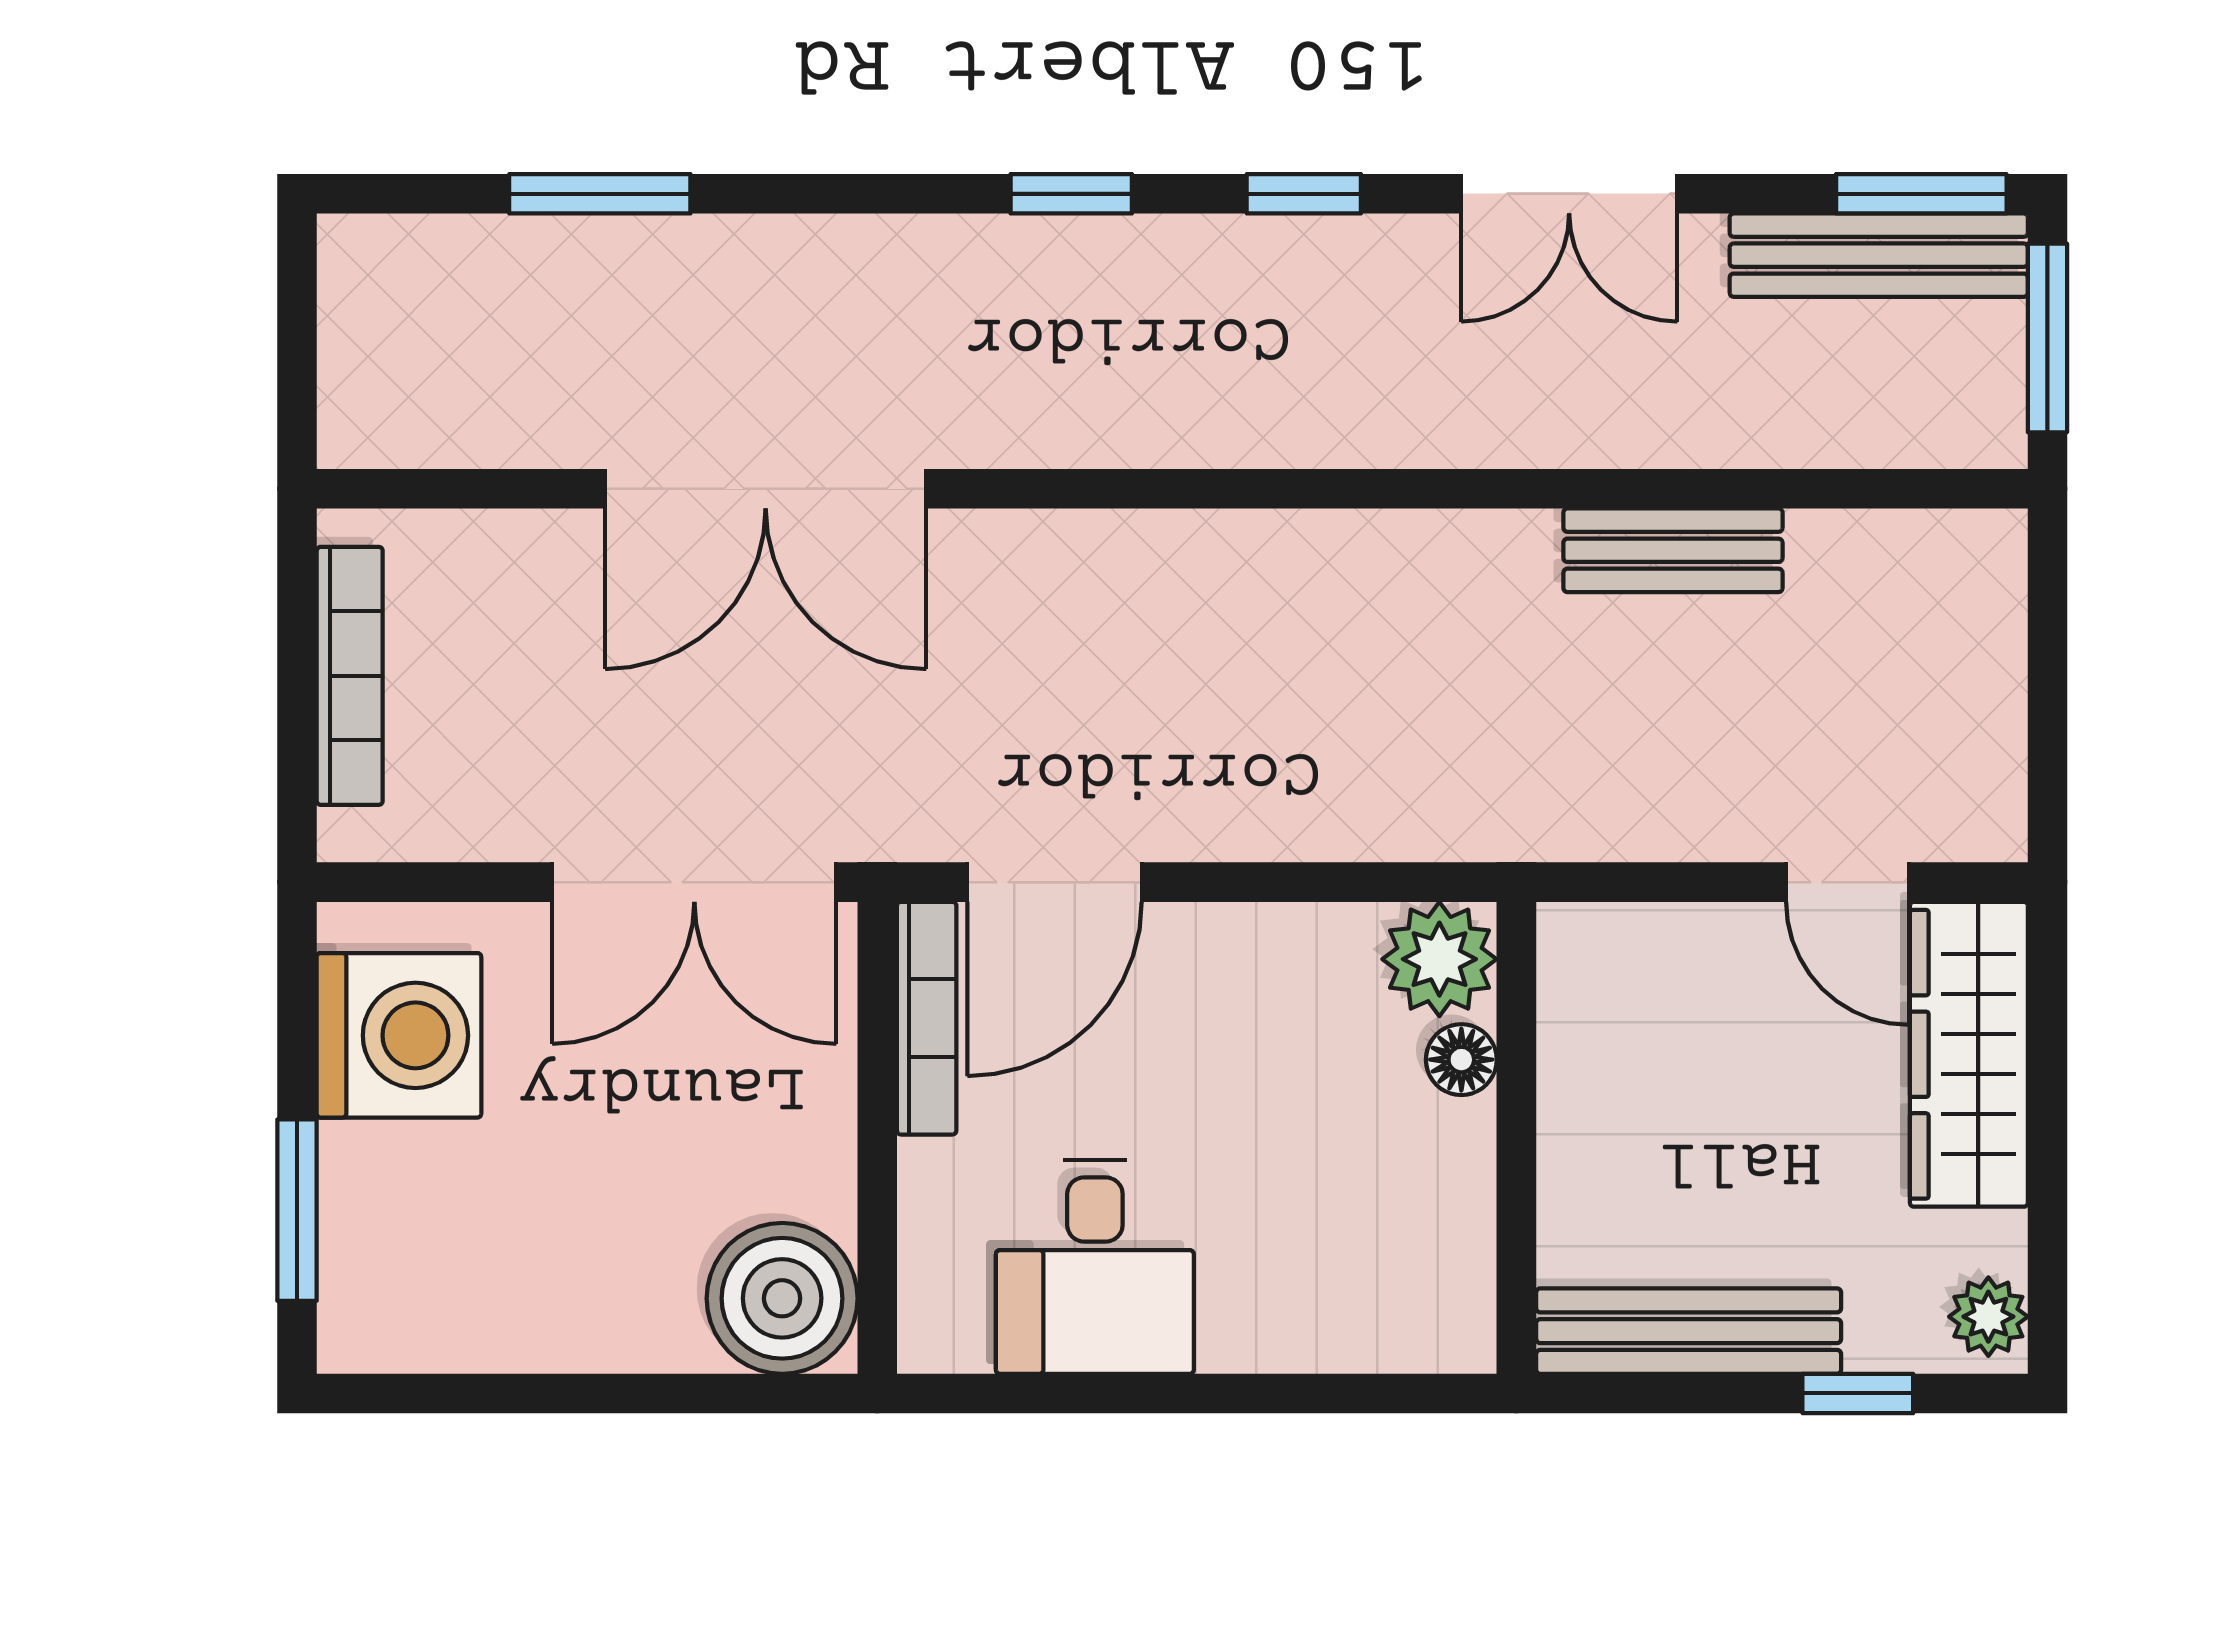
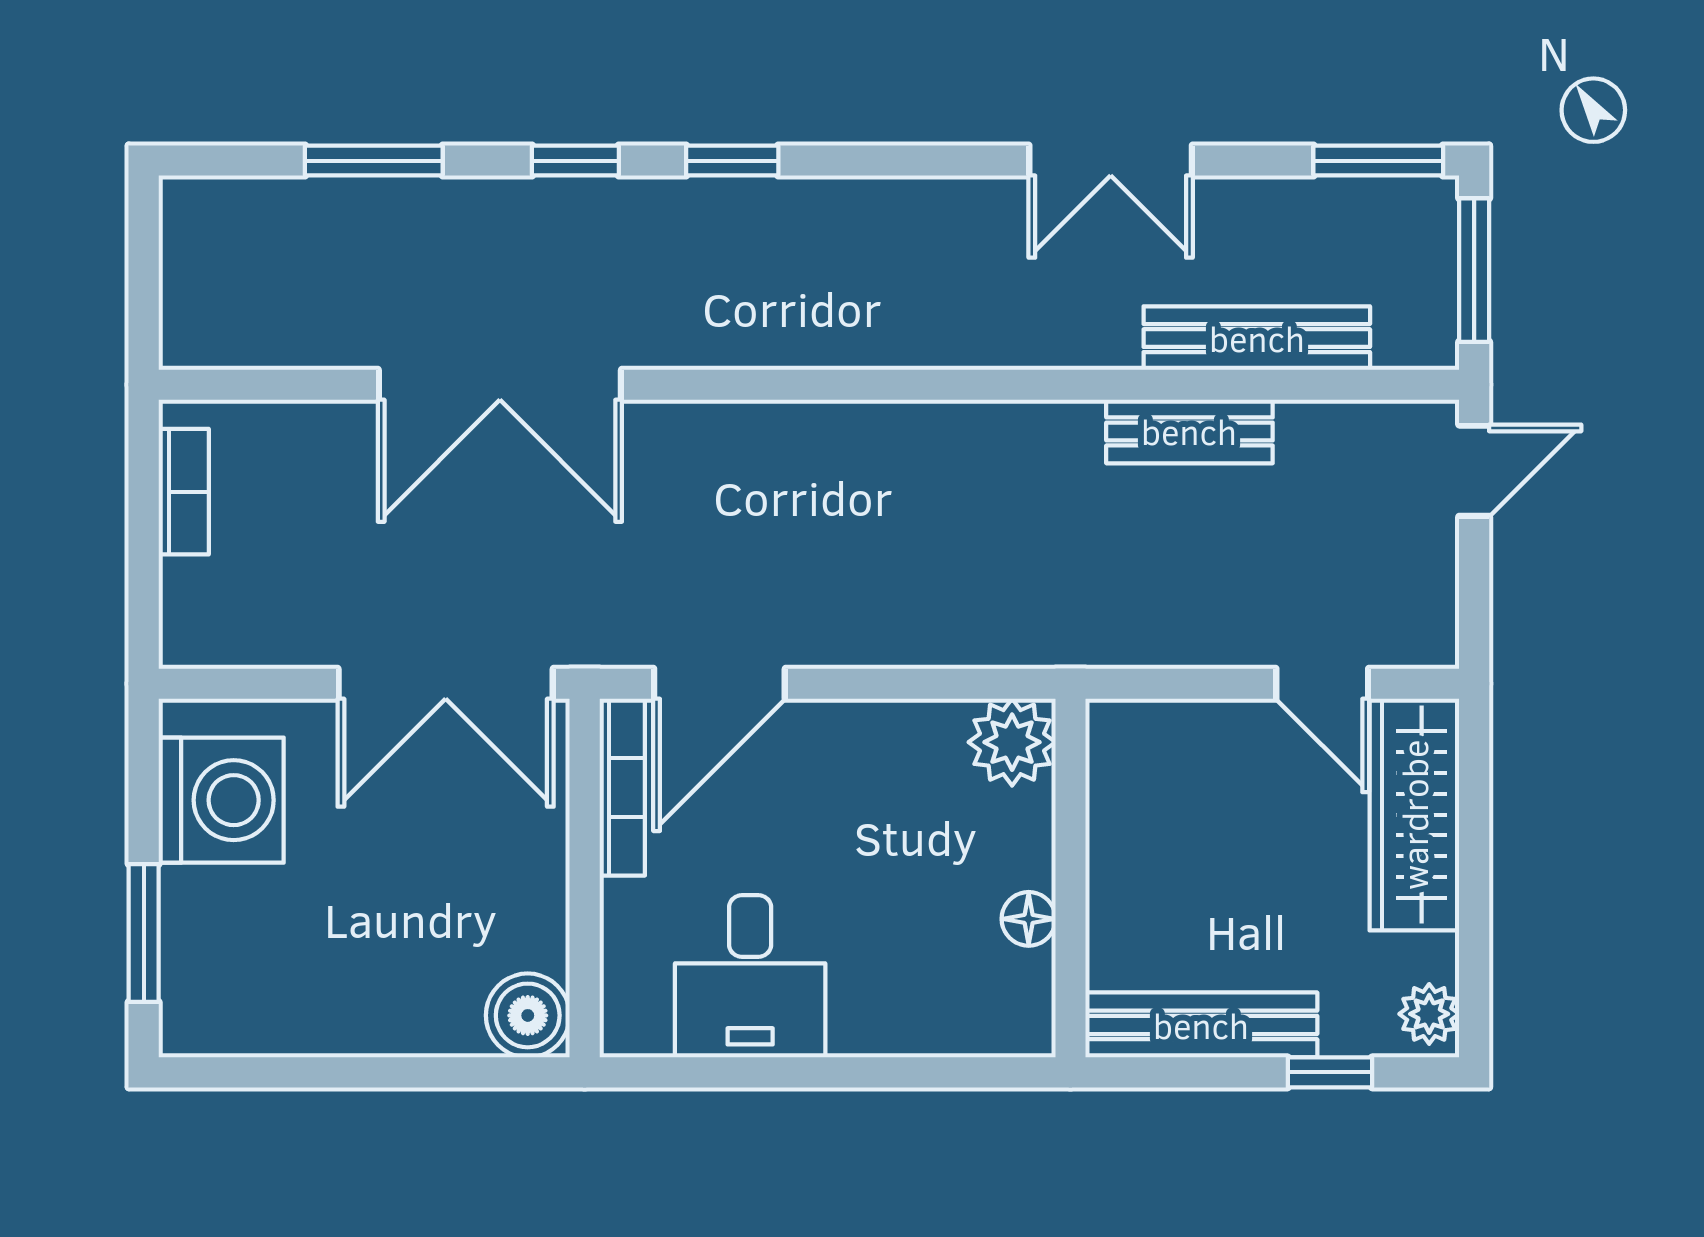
window: (1304, 194) -> (575, 161), moved
bench: (1879, 255) -> (1257, 338), moved
door: (2047, 602) -> (1474, 471), added
bookcase: (350, 676) -> (184, 492), width x0.64
floor lamp: (1461, 1060) -> (1029, 919), moved
boiler: (782, 1298) -> (528, 1015), width x0.73, depth x0.73

